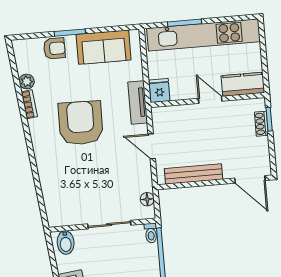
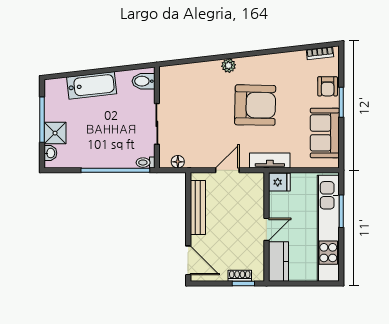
plant: (27, 81) -> (229, 66), moved
bookcase: (29, 104) -> (320, 53), moved
door: (250, 179) -> (188, 260), swing flipped

